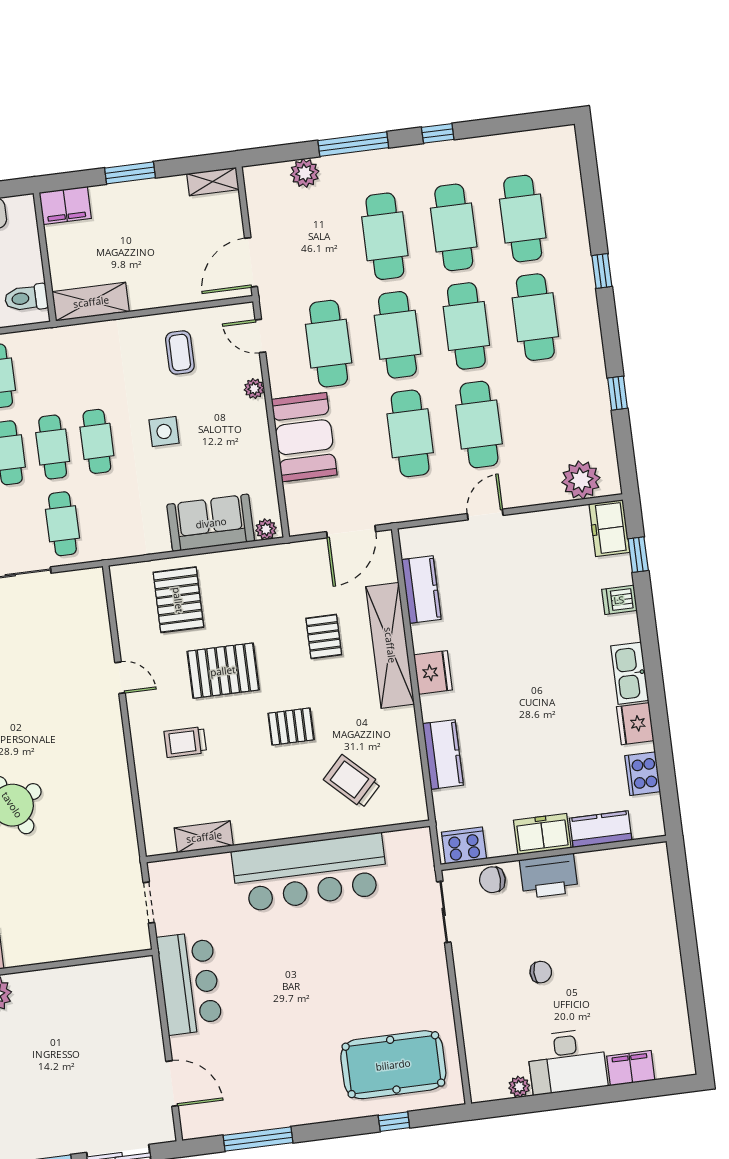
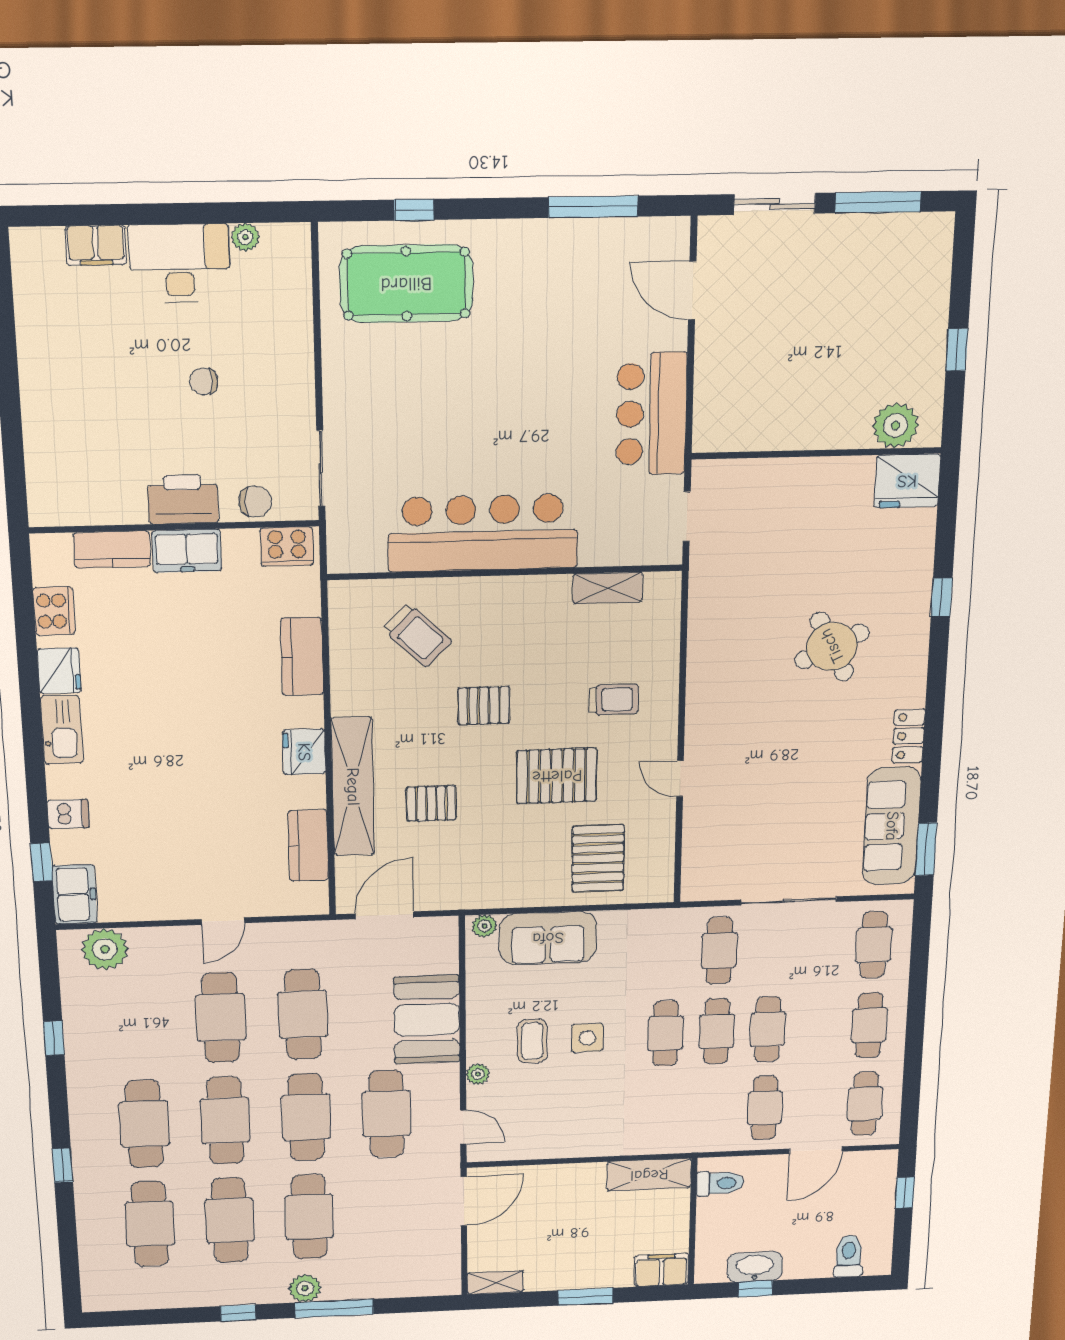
plant: (305, 173) -> (305, 1288), moved
coffee table: (180, 353) -> (532, 1041), moved
pallet: (324, 636) -> (431, 803), turned 90

